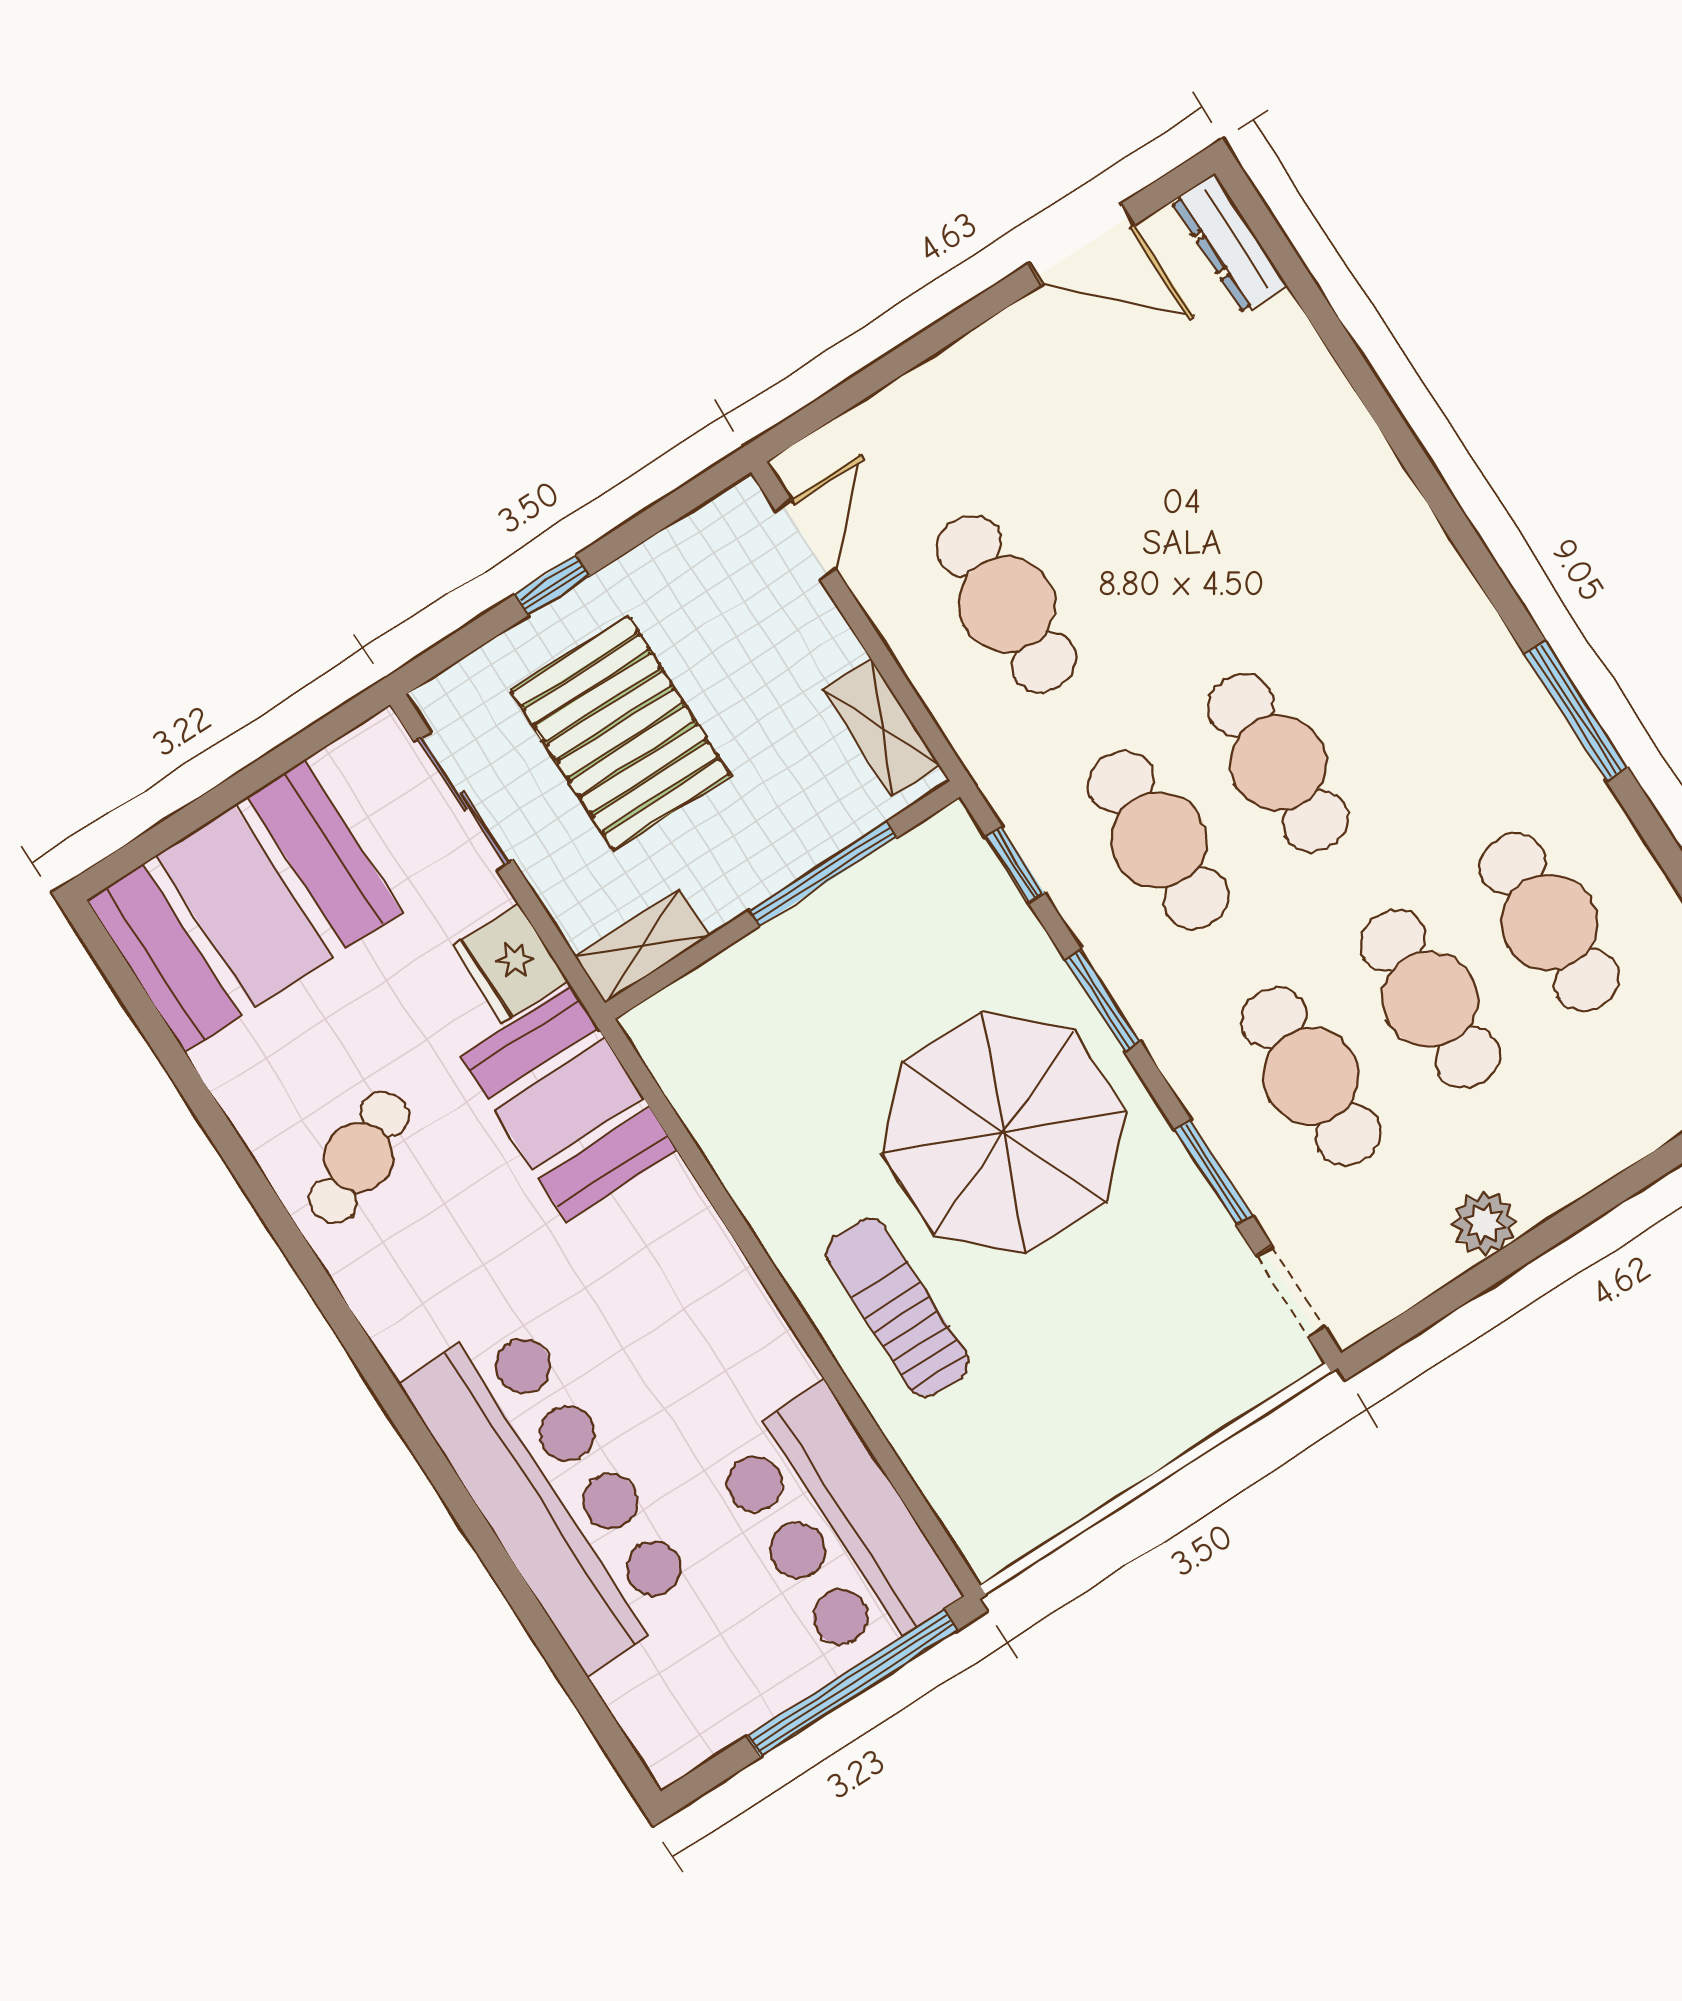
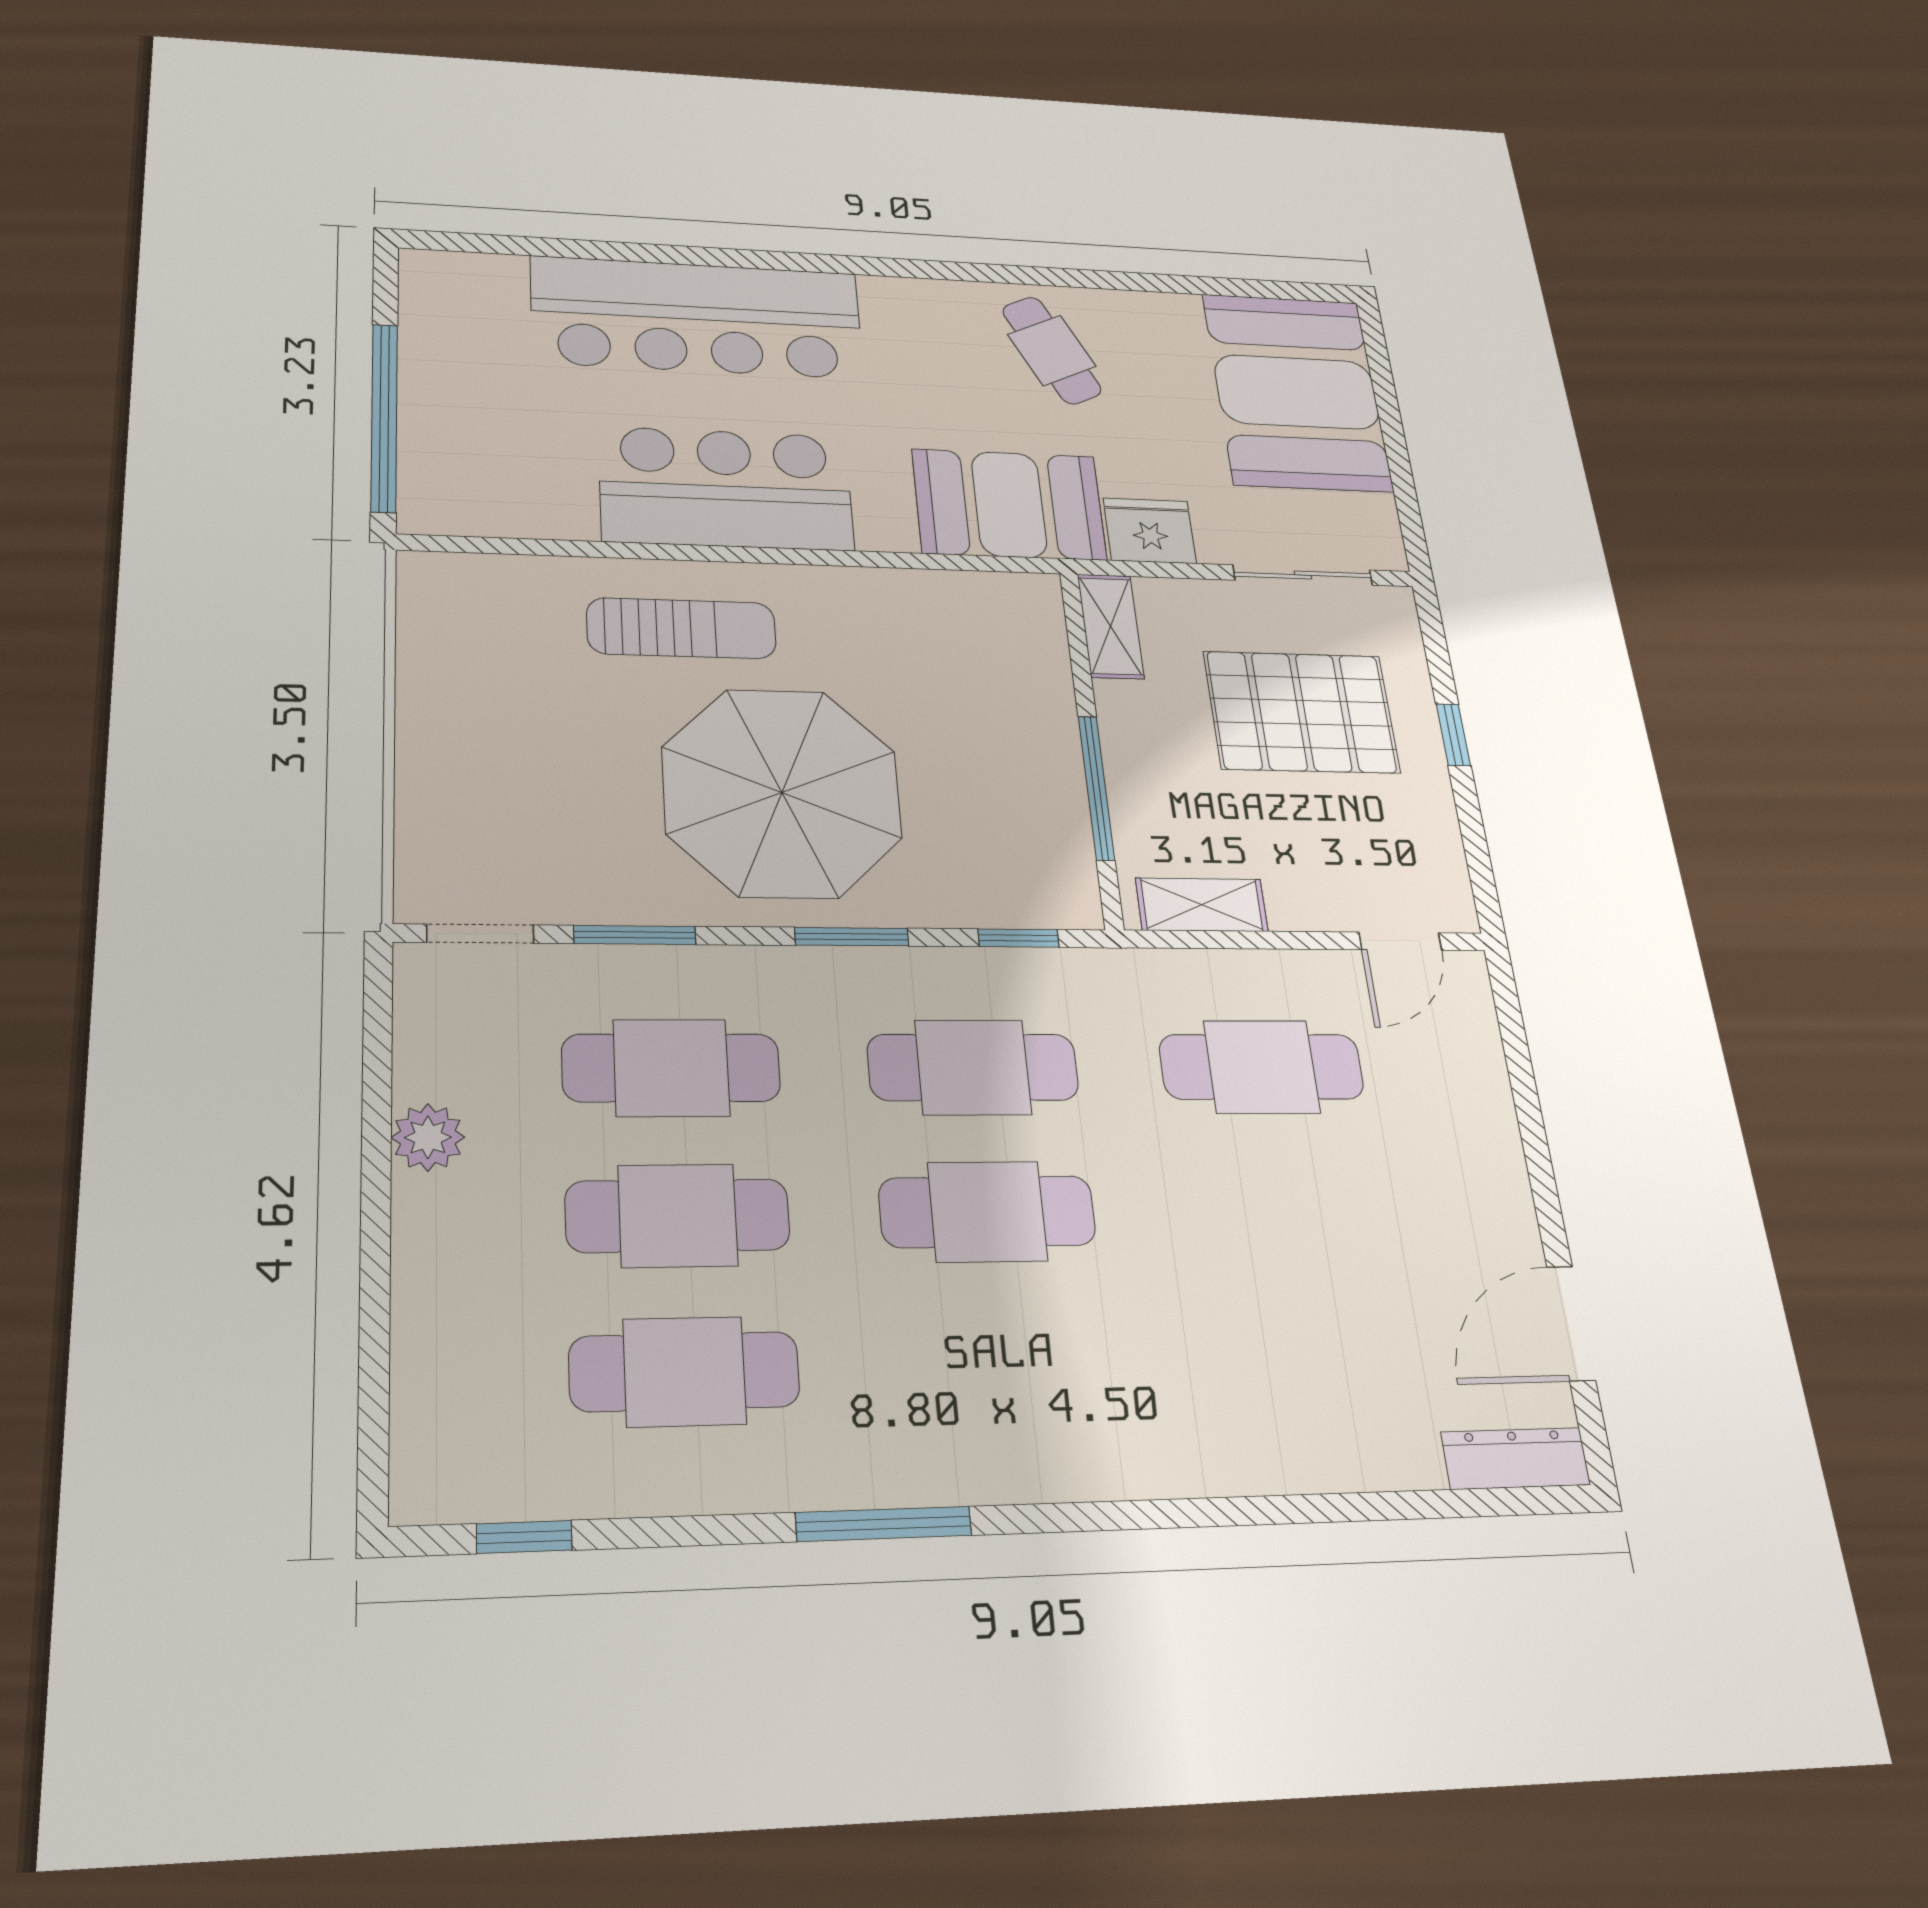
door: (806, 540) -> (1400, 941), hinge flipped
bar counter: (835, 1526) -> (726, 488), moved

